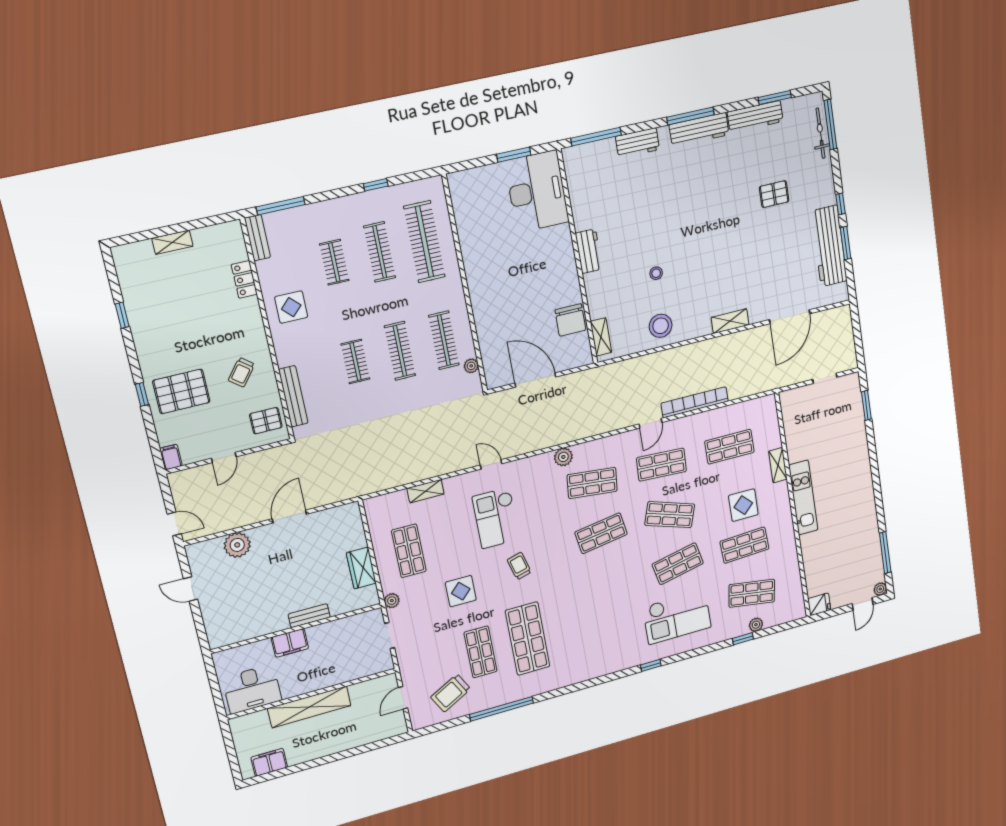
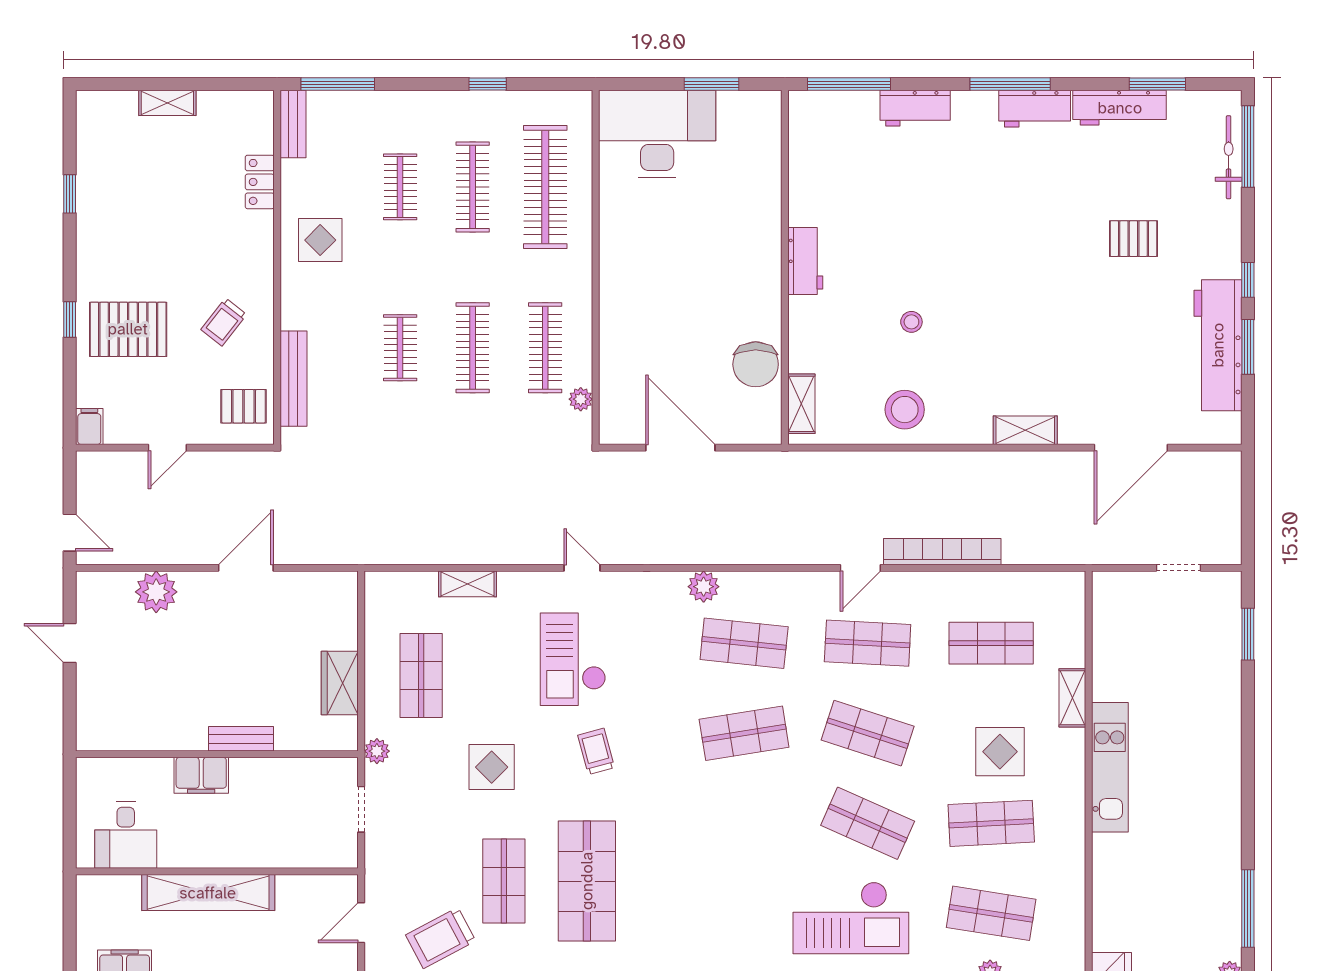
workbench: (699, 130) -> (1035, 109), width x0.73
desk: (537, 191) -> (657, 134), moved, turned -90
shop shelf: (678, 564) -> (868, 823), turned 36
desk: (252, 689) -> (126, 835), width x0.73

